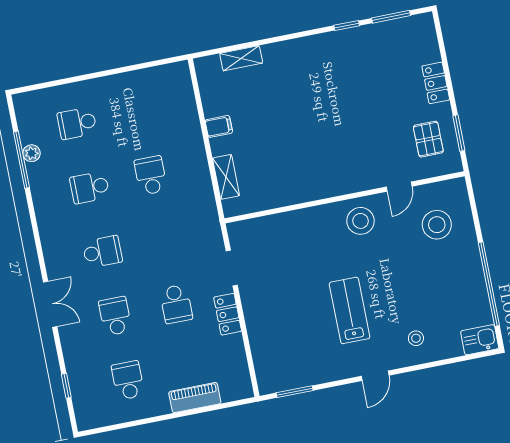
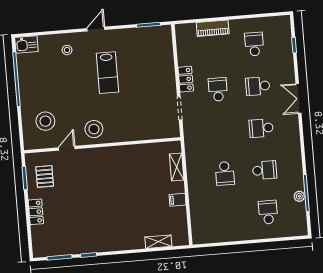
school desk: (77, 123) -> (268, 212), turned -90
school desk: (115, 316) -> (258, 86), turned 90
school desk: (128, 380) -> (254, 44), turned 180

